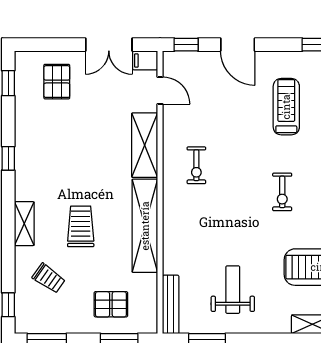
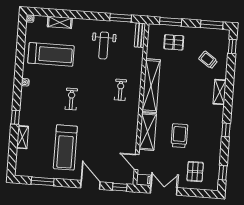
treadmill: (286, 107) -> (65, 147), width x1.37, depth x1.38
exercise bike: (196, 165) -> (120, 90), moved
trolley: (81, 226) -> (179, 136), moved, turned 180
bench: (171, 304) -> (140, 35), width x0.73

